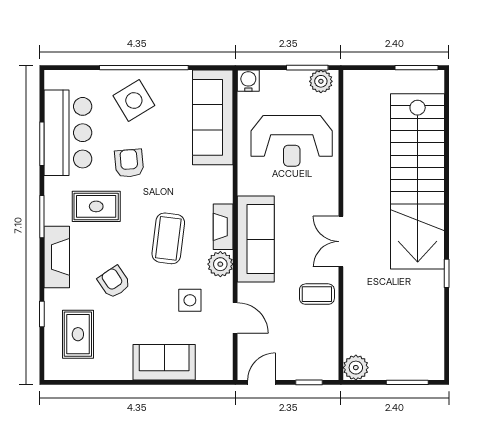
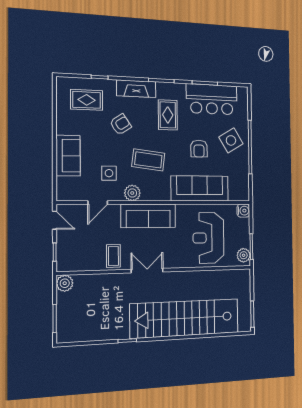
sofa: (213, 117) -> (200, 189), moved
armchair: (129, 163) -> (199, 149), moved, turned 95
fireplace: (223, 227) -> (156, 195), removed

